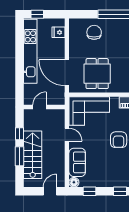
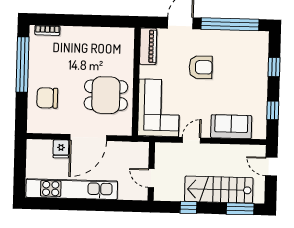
window: (37, 14) -> (20, 178), removed
fridge: (58, 32) -> (61, 149), moved
door: (67, 73) -> (88, 138), moved
window: (20, 156) -> (240, 209), moved
floor lamp: (74, 182) -> (259, 132), removed

